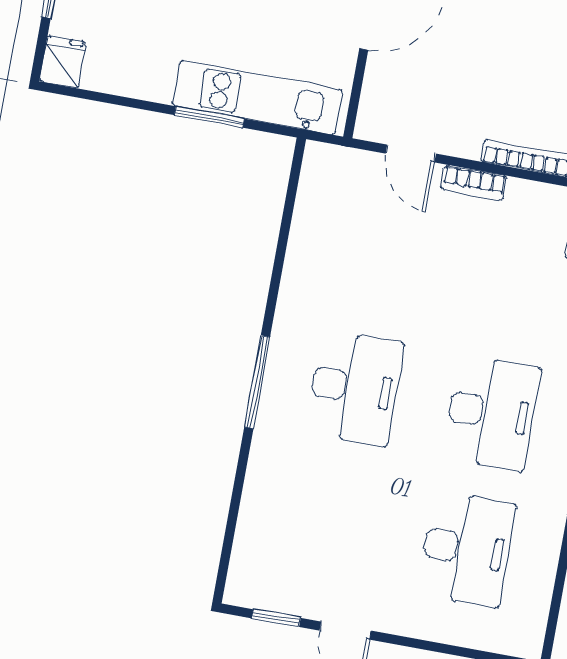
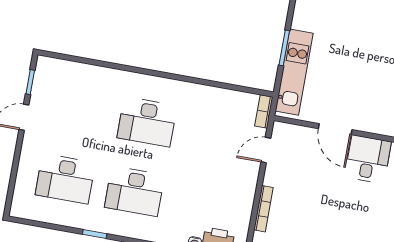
bookcase: (474, 182) -> (264, 111), moved
window: (257, 382) -> (150, 72), removed

